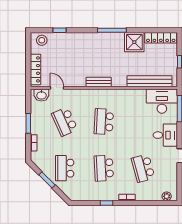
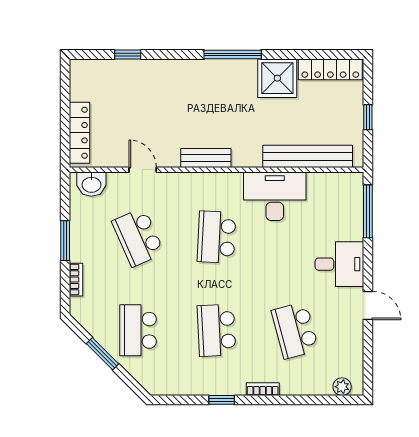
stool: (42, 40) -> (92, 74), removed
door: (57, 88) -> (143, 170), moved
desk: (162, 101) -> (275, 196), moved

